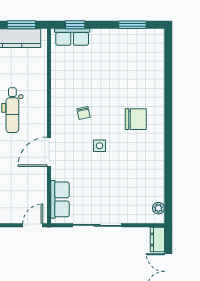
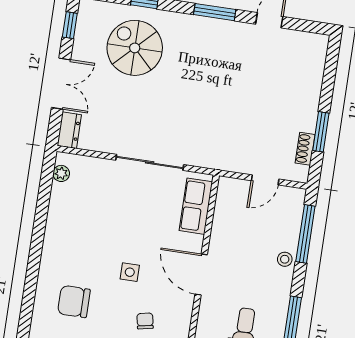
door: (49, 152) -> (201, 275), swing flipped
door: (33, 225) -> (265, 180), moved

